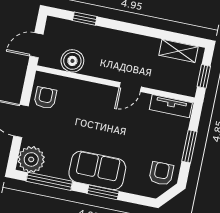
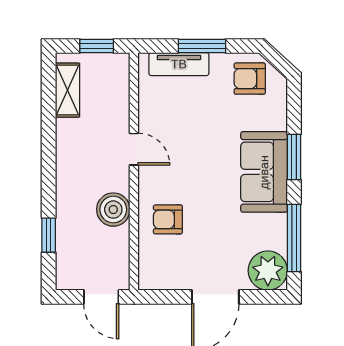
boiler: (72, 61) -> (113, 210), moved
armchair: (45, 98) -> (168, 219), moved
tv unit: (171, 106) -> (179, 64), moved, turned 90

